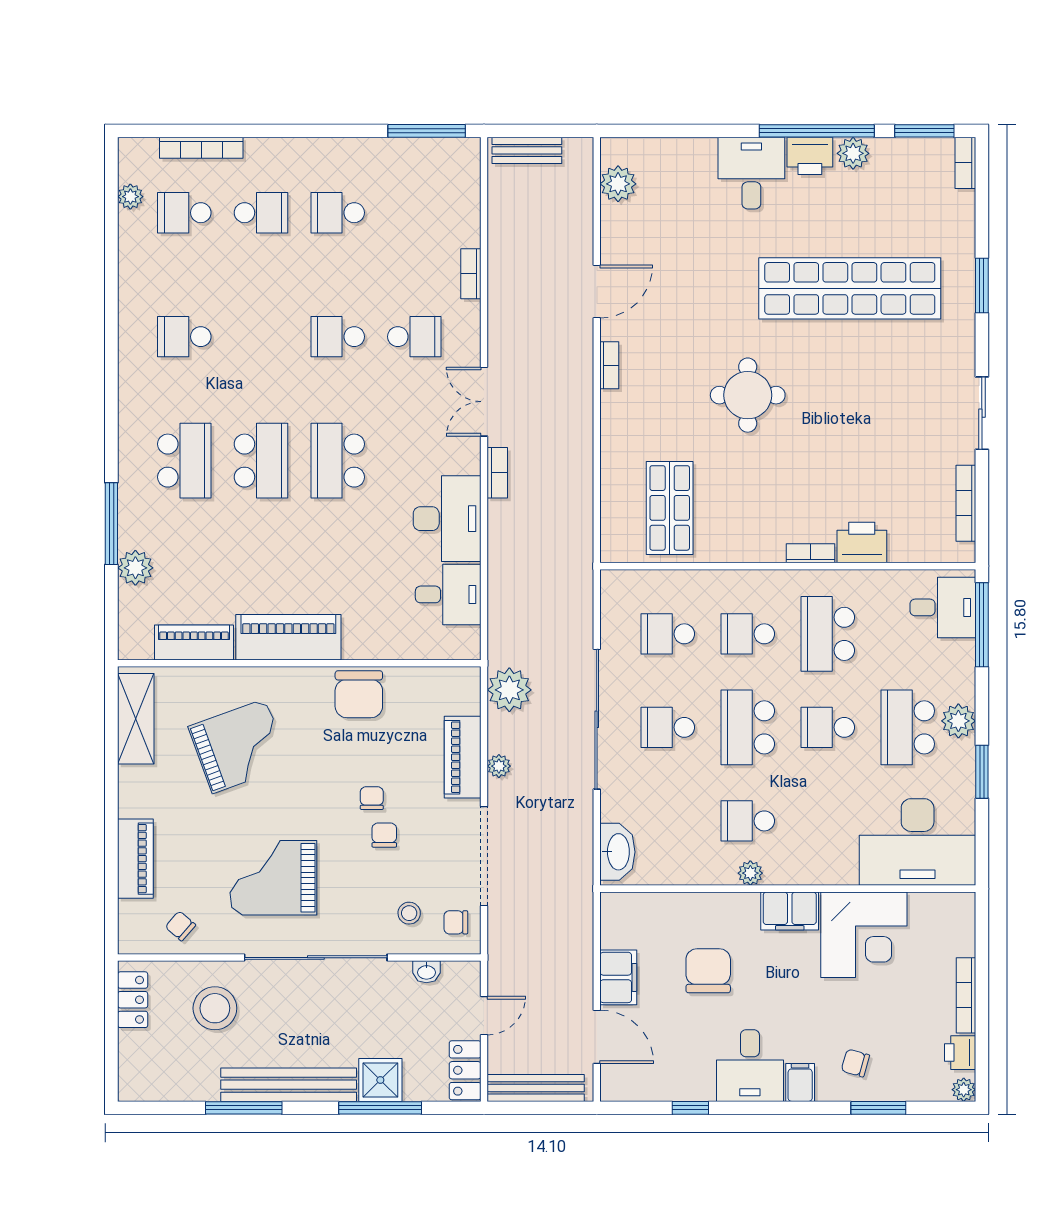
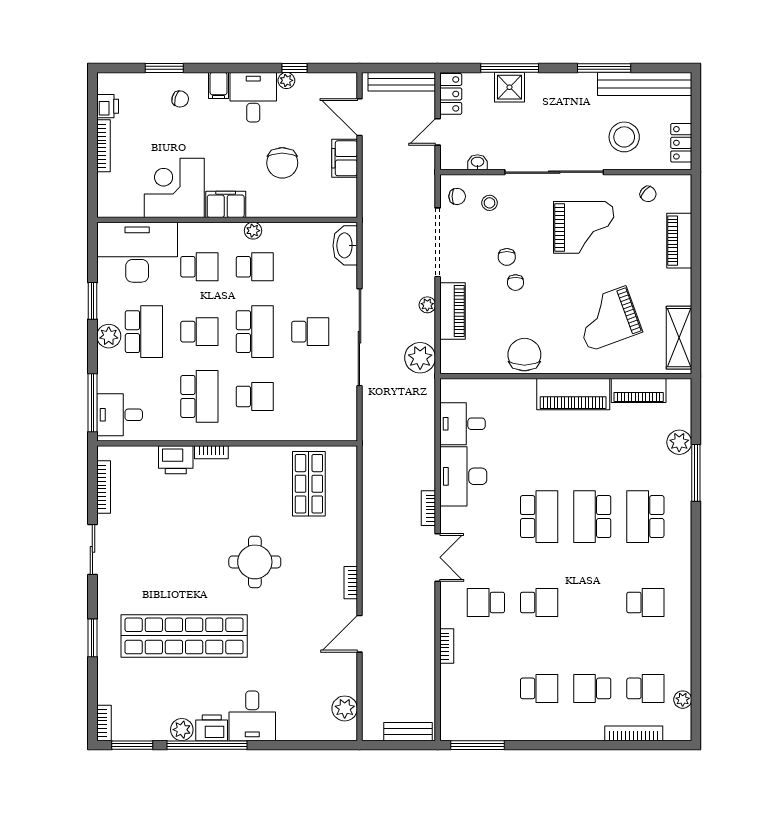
school desk: (668, 634) -> (199, 267), moved
bench: (289, 1085) -> (645, 84), moved
plant: (964, 1090) -> (286, 80), moved

